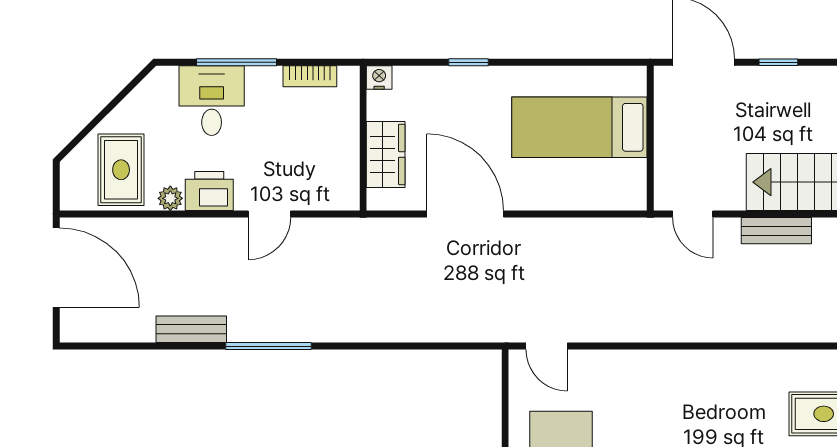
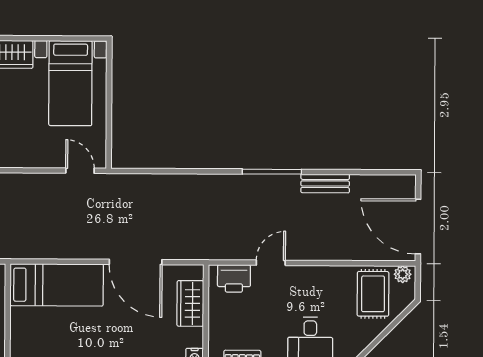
bed: (579, 127) -> (57, 285), moved
printer: (209, 191) -> (234, 278), moved
plant: (170, 198) -> (403, 274), moved

